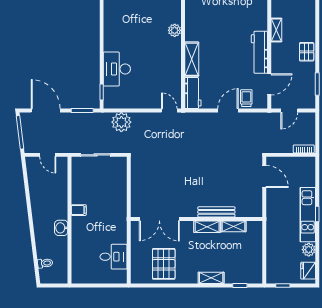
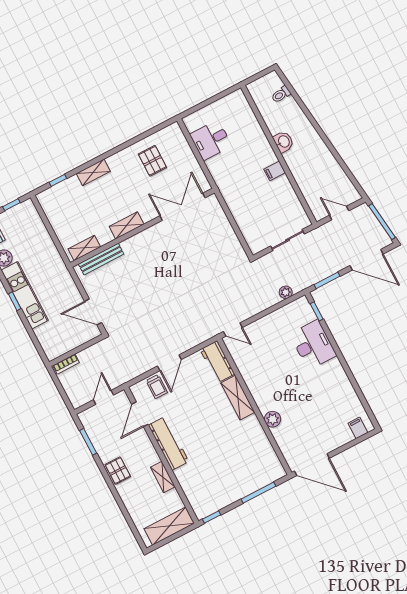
plant: (121, 122) -> (286, 292), width x0.53, depth x0.53
bench: (216, 212) -> (101, 259), moved
shelving: (233, 226) -> (84, 248), moved
pallet: (164, 264) -> (152, 161), width x0.67, depth x0.71

